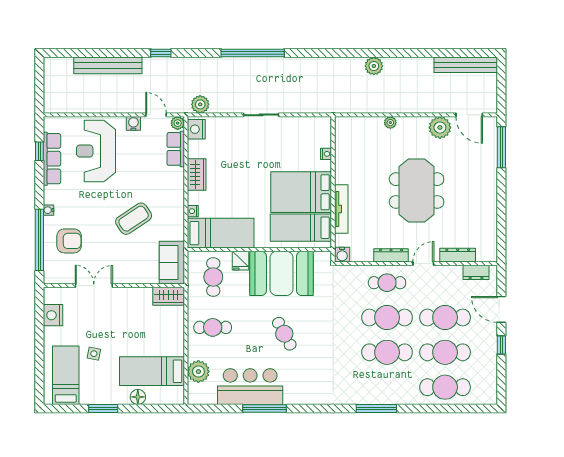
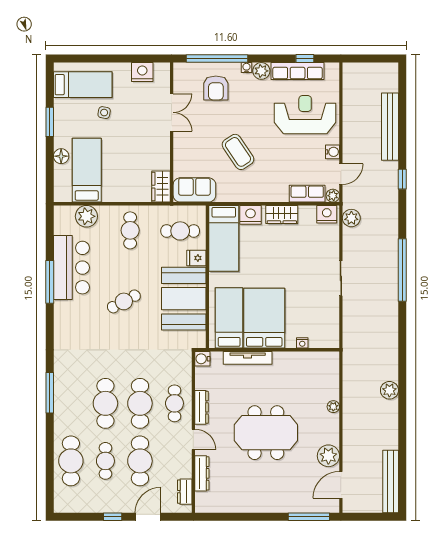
plant: (52, 195) -> (261, 71), added
nightstand: (193, 211) -> (251, 215), width x1.89, depth x1.79
cafe table: (445, 352) -> (105, 461), width x0.73, depth x0.74

